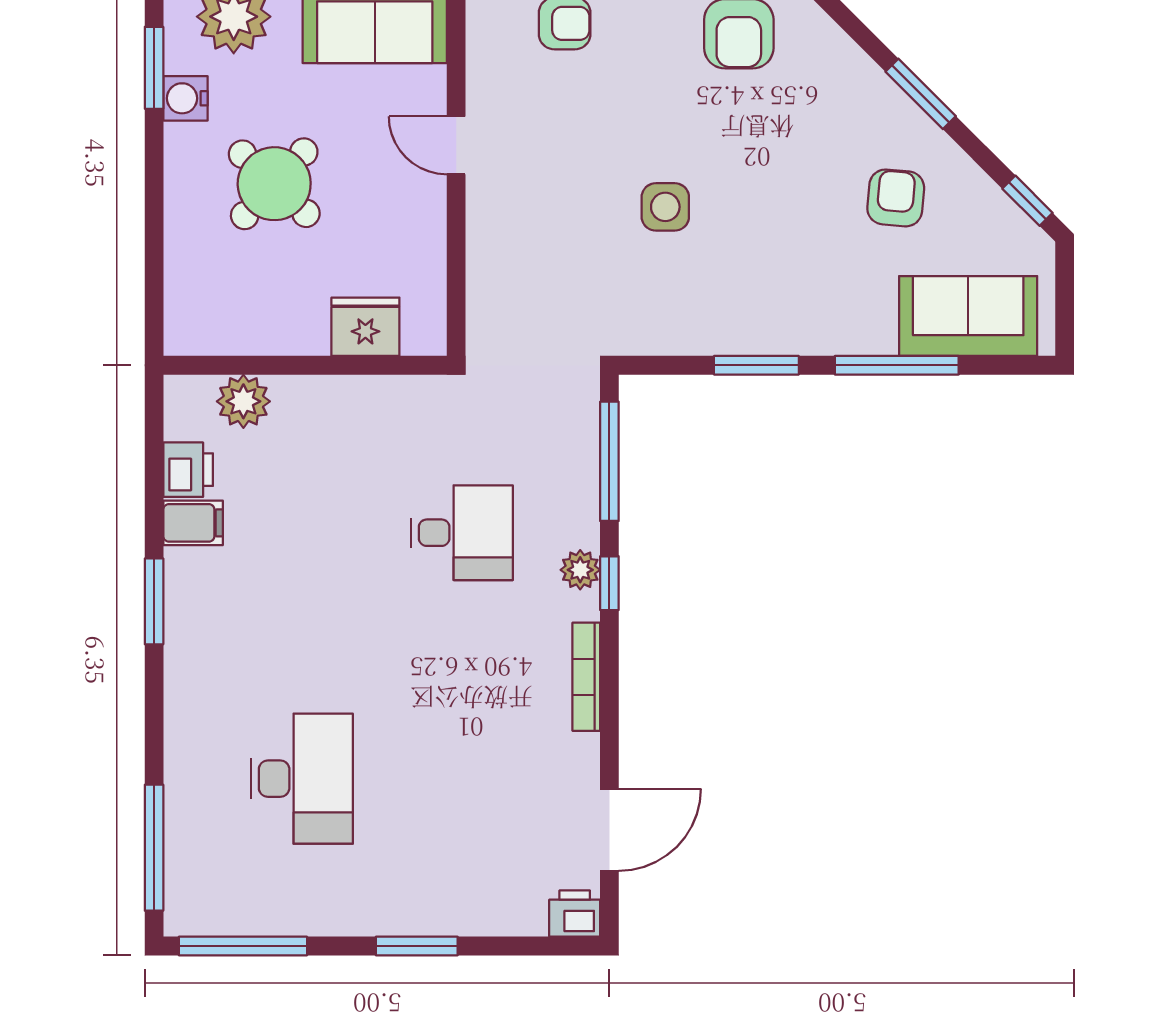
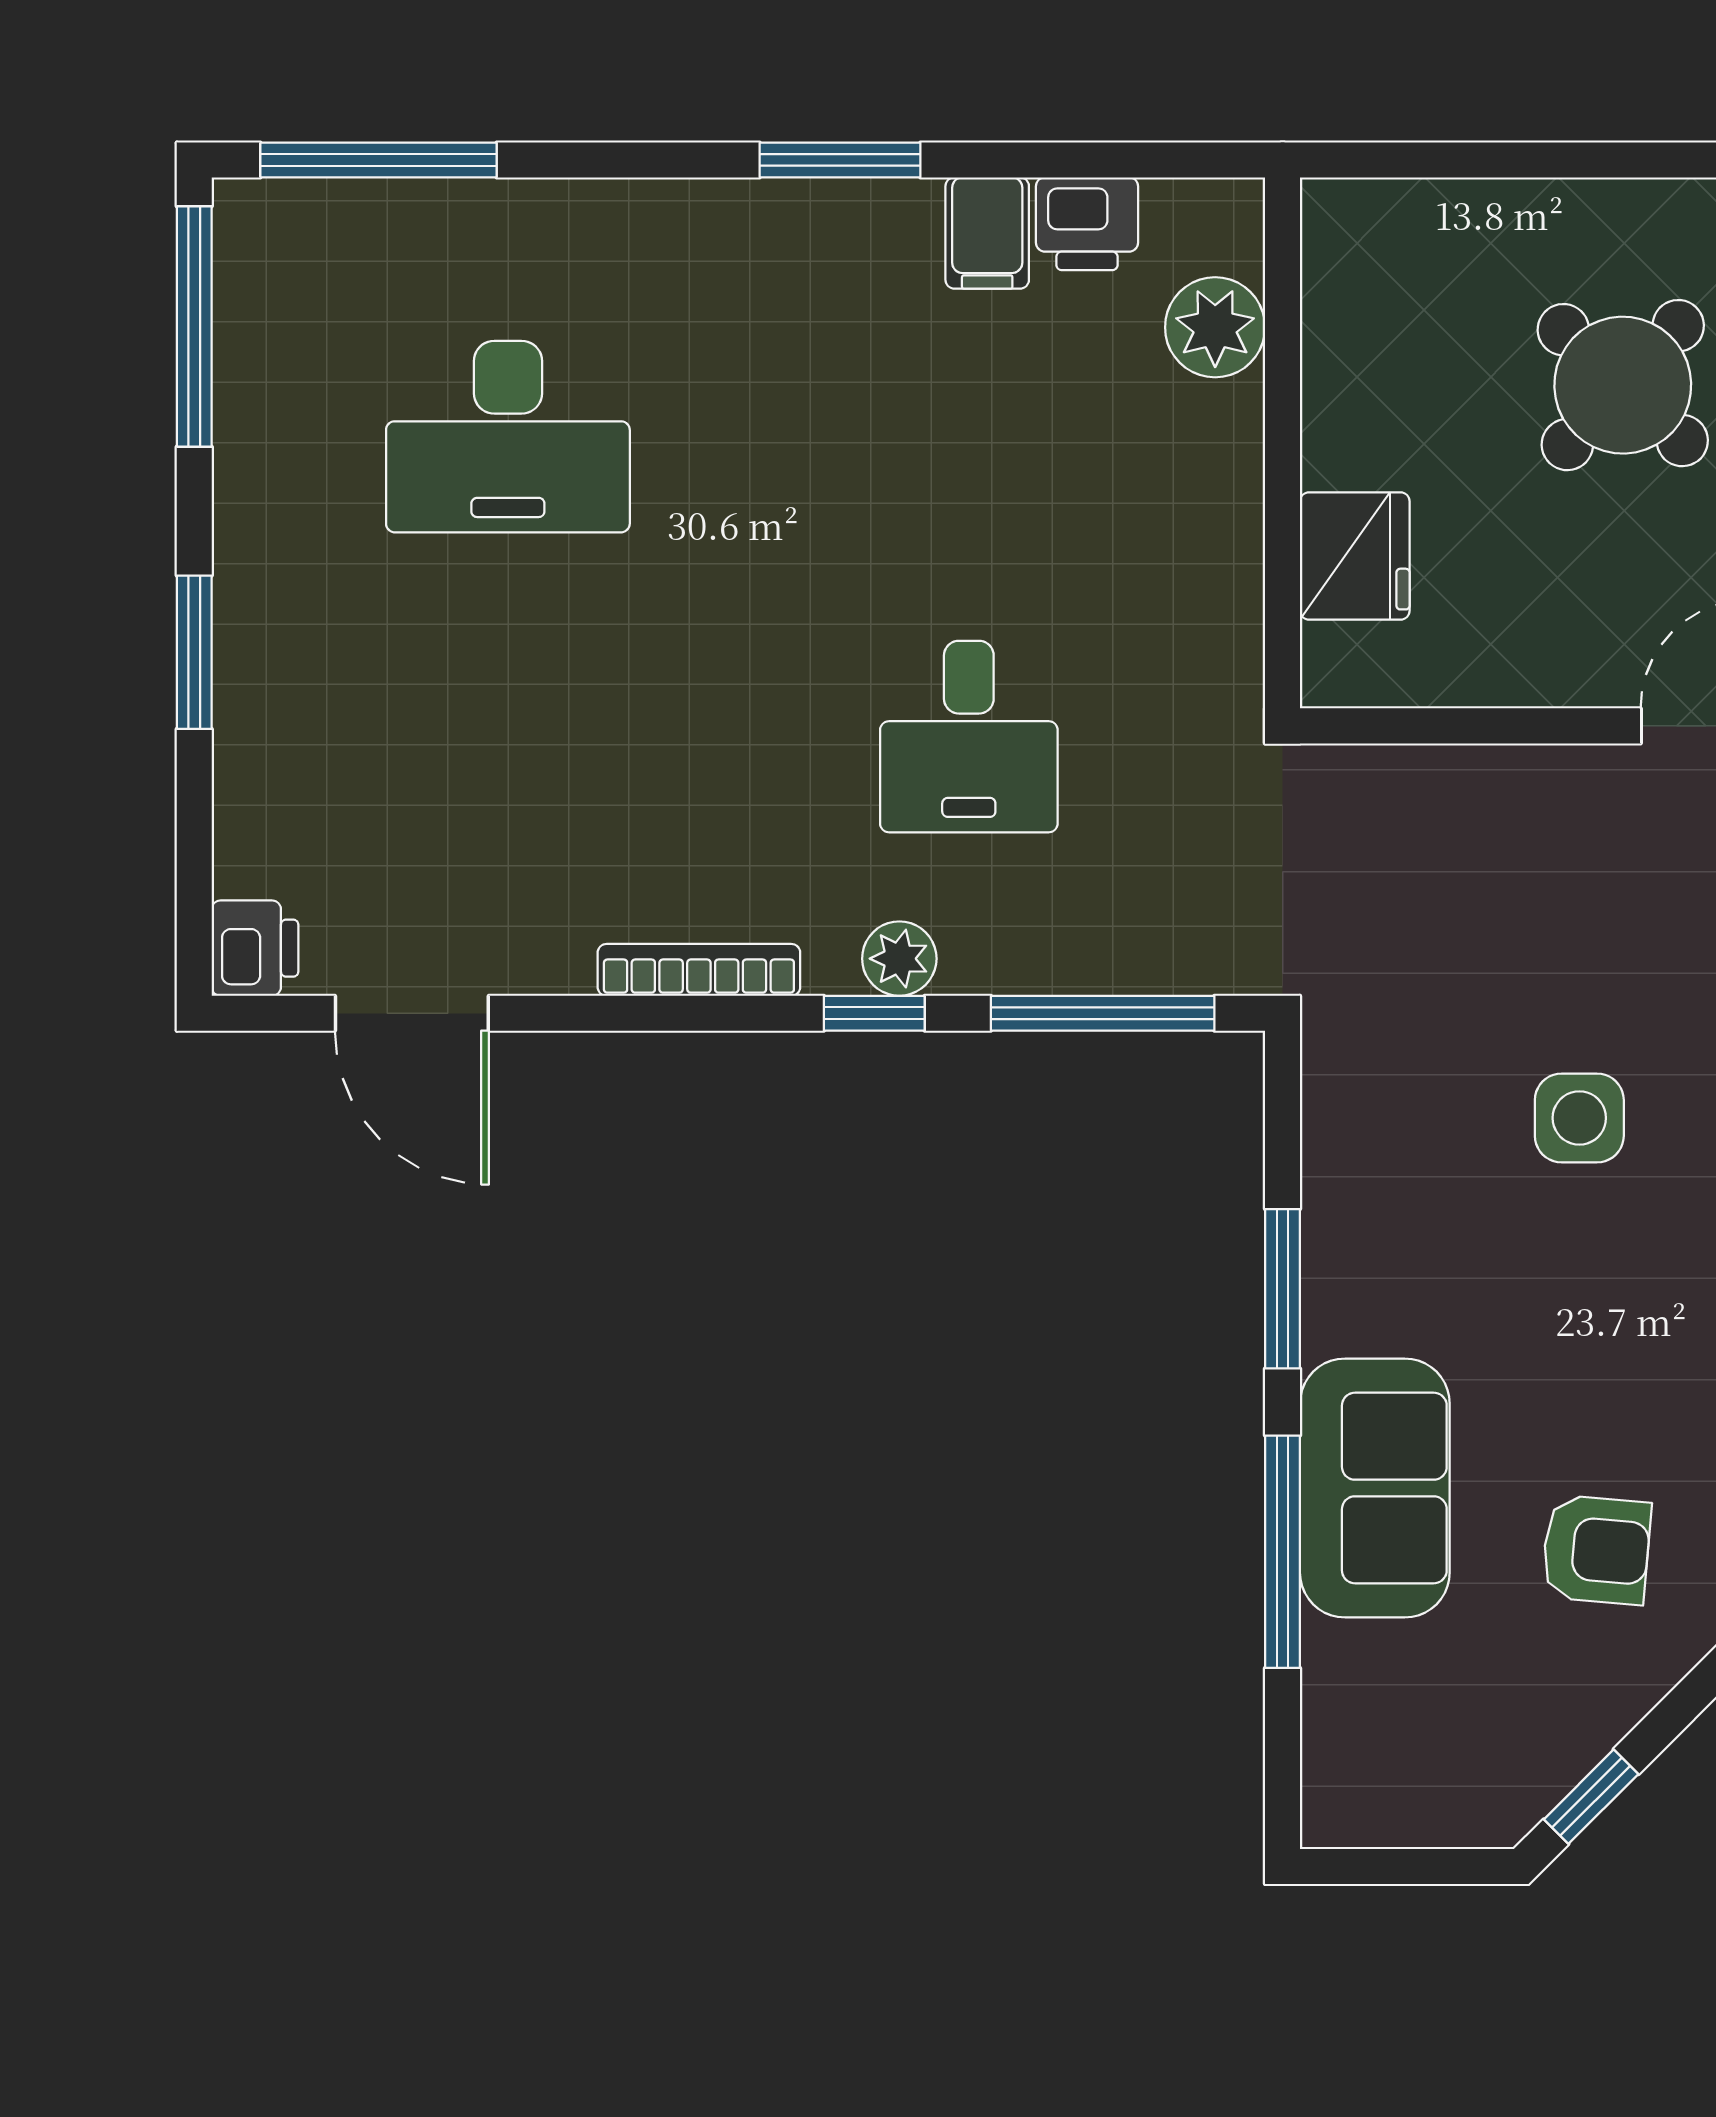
sofa: (968, 316) -> (1375, 1488), moved

